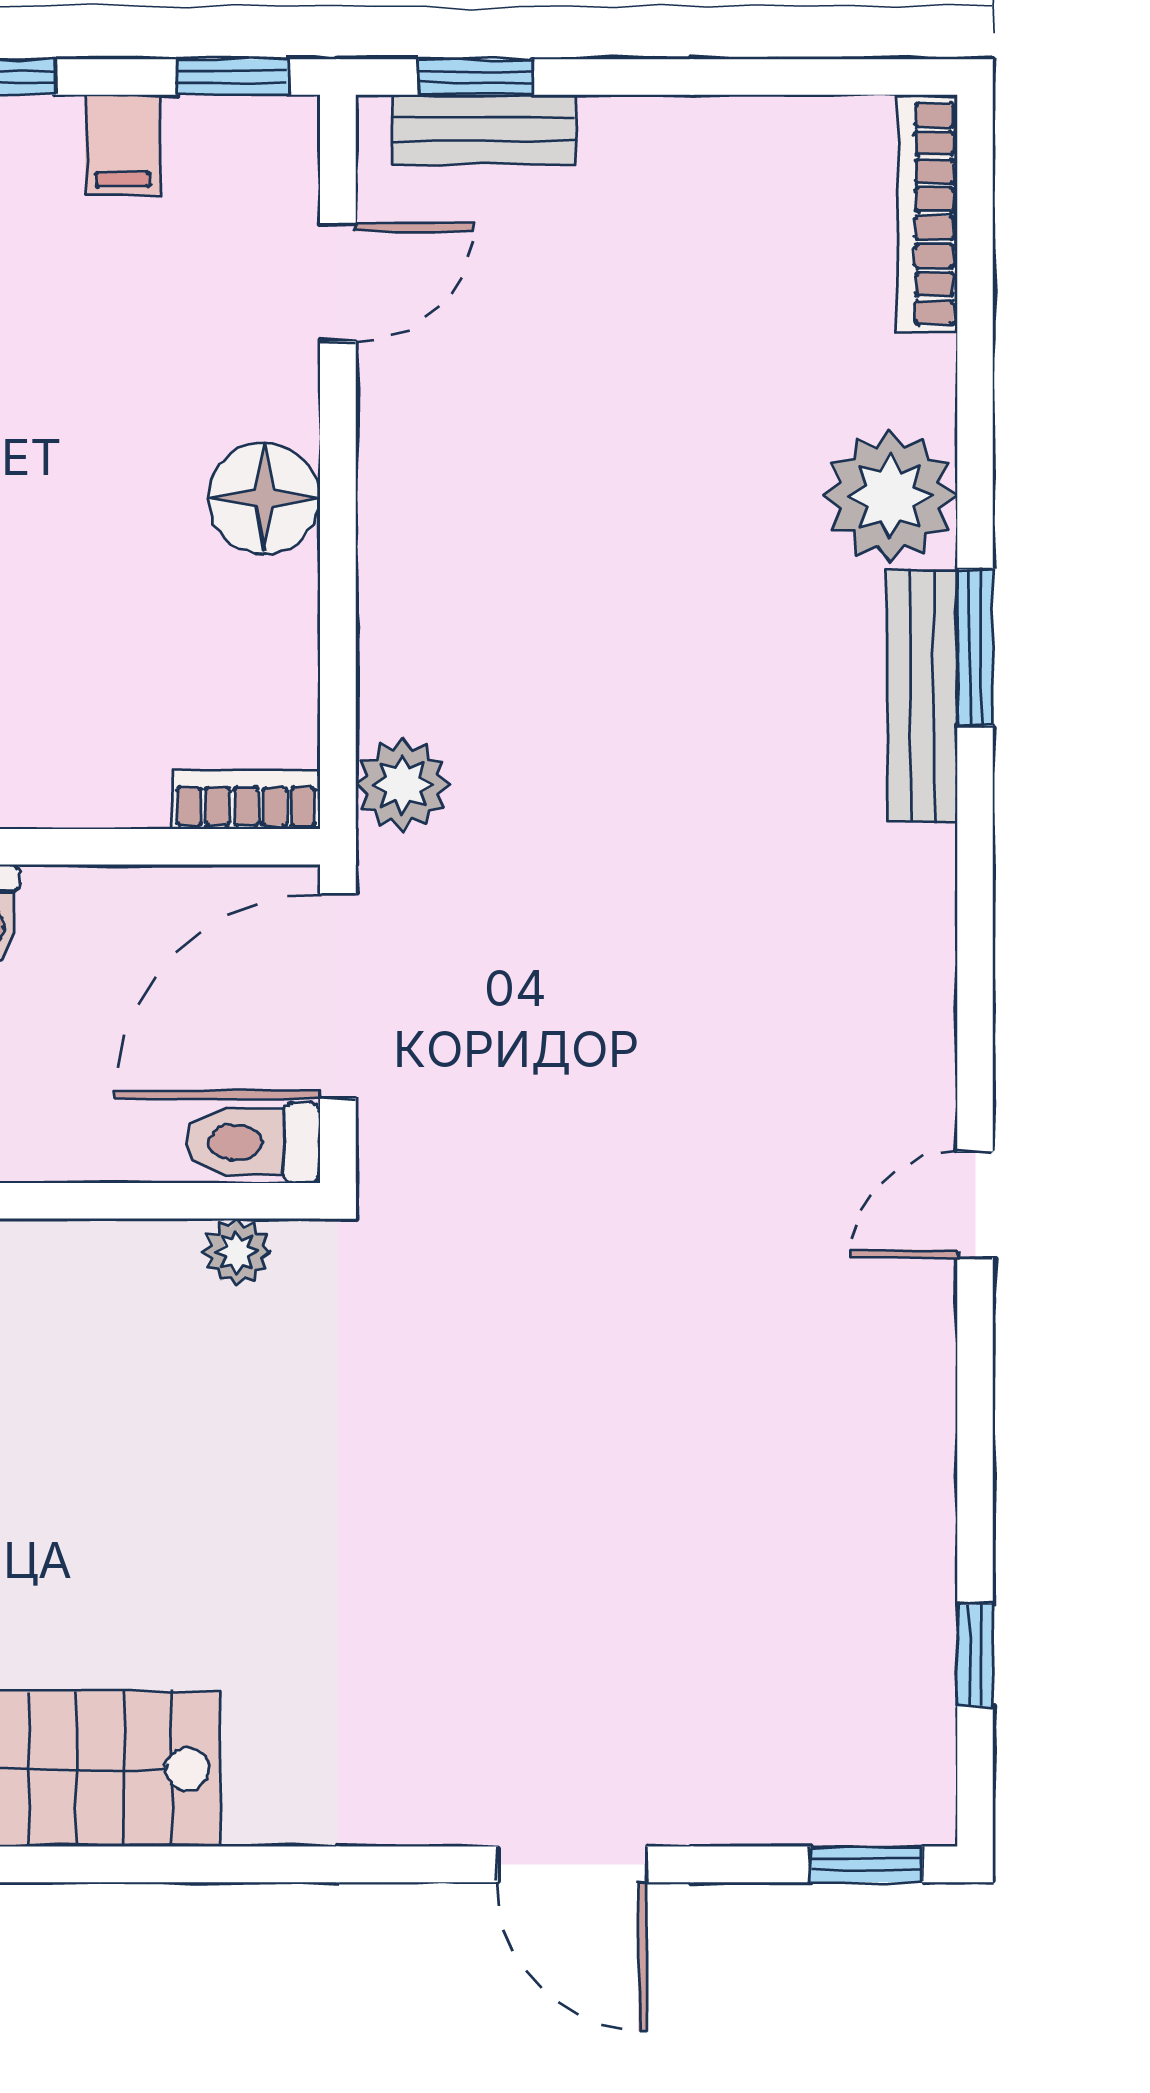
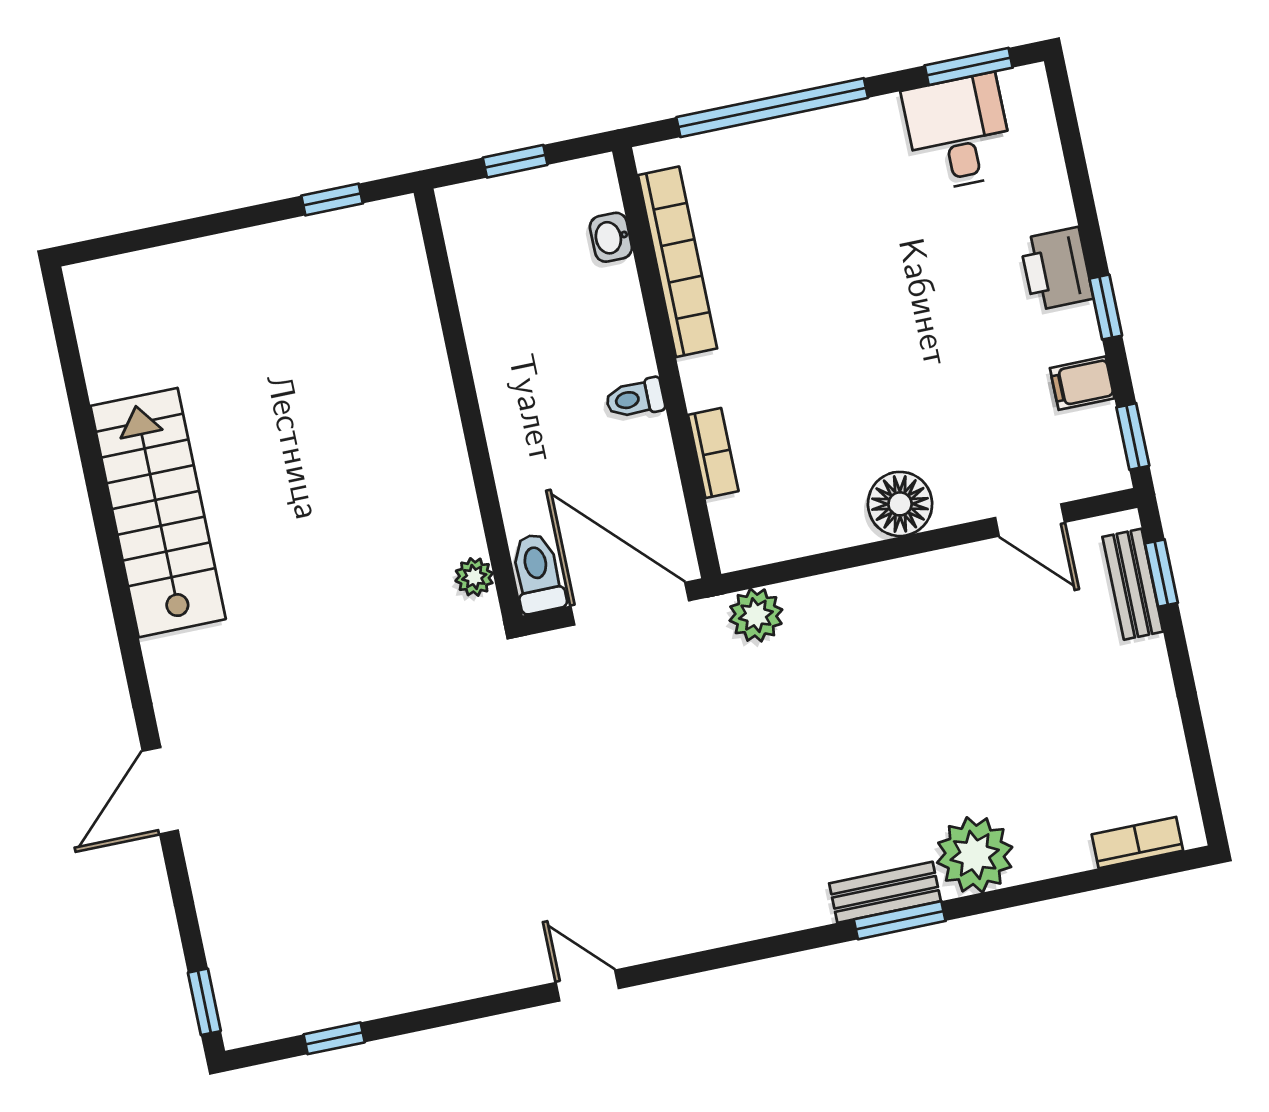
bookcase: (927, 214) -> (1137, 843), width x0.64
bench: (922, 696) -> (885, 892), width x0.73
bookcase: (246, 799) -> (713, 453), moved
door: (572, 1864) -> (160, 791), moved

